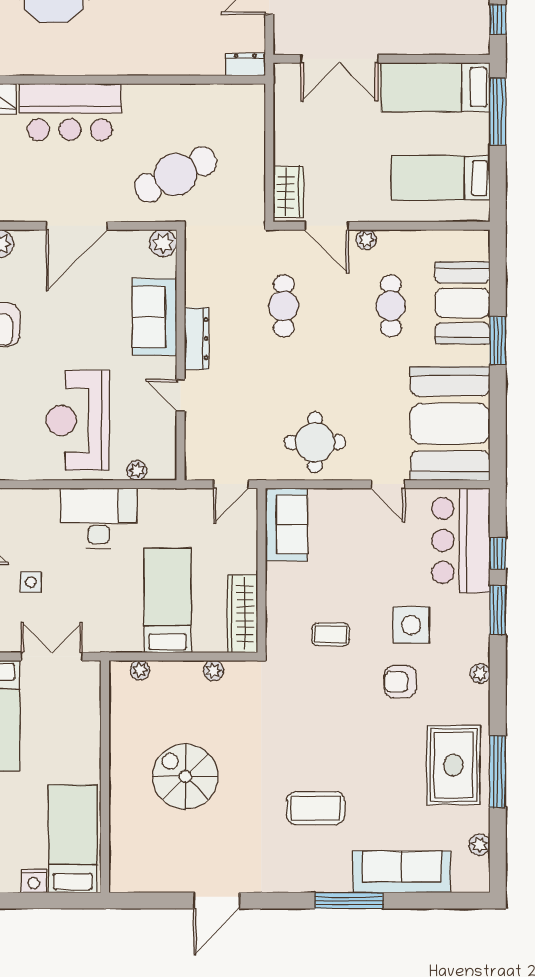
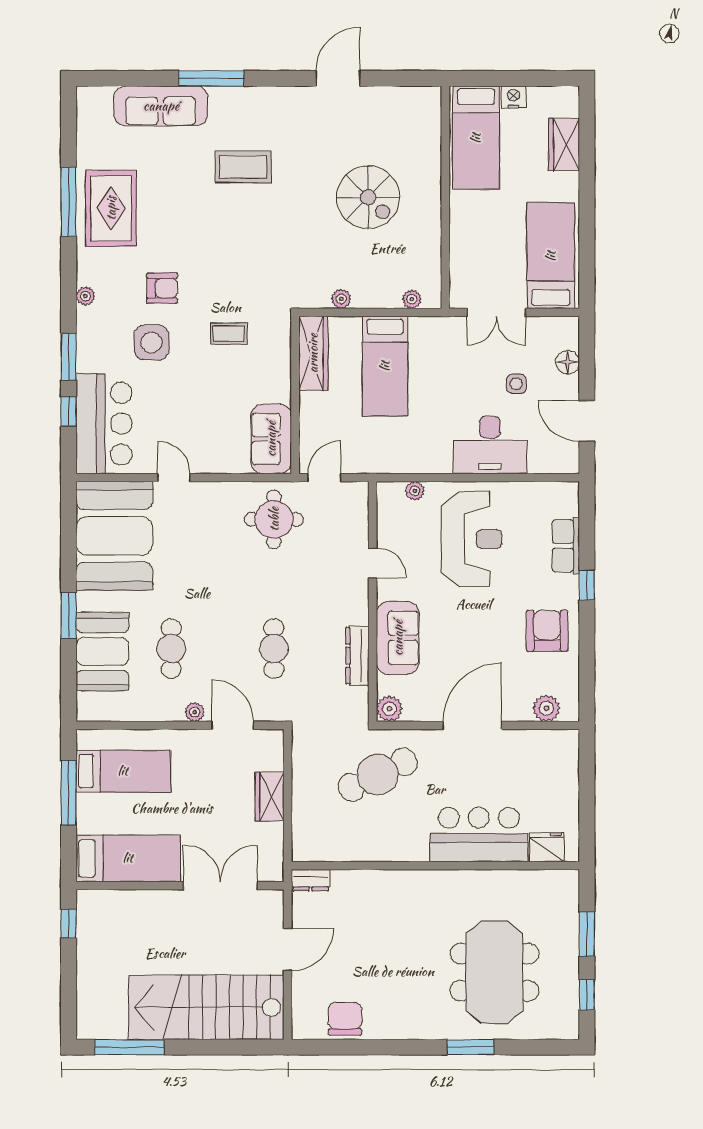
window: (498, 111) -> (69, 793), moved
wardrobe: (288, 192) -> (270, 796), moved
dresser: (197, 339) -> (357, 656), moved
round table: (315, 442) -> (274, 519), moved
desk: (99, 518) -> (490, 445), moved
plant: (479, 845) -> (86, 132), removed

